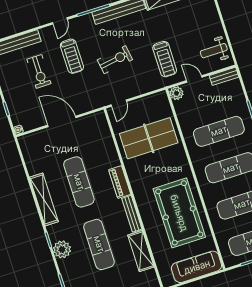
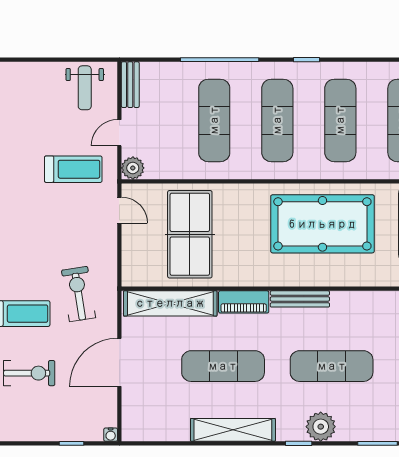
exercise bike: (115, 60) -> (78, 294), moved
door: (119, 103) -> (119, 210), moved
shelving: (141, 251) -> (170, 303), moved, width x1.47

